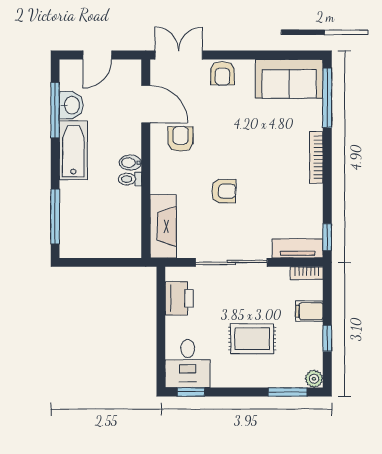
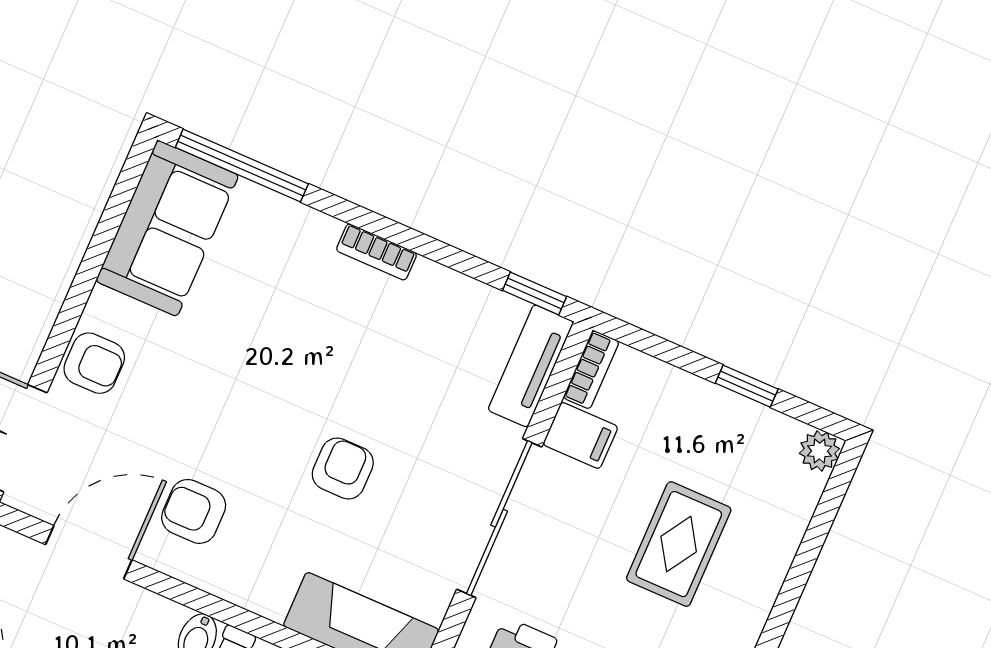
bookcase: (316, 157) -> (377, 252), width x0.64
filing cabinet: (309, 311) -> (580, 436), moved, turned -90
window: (288, 392) -> (823, 519), removed

